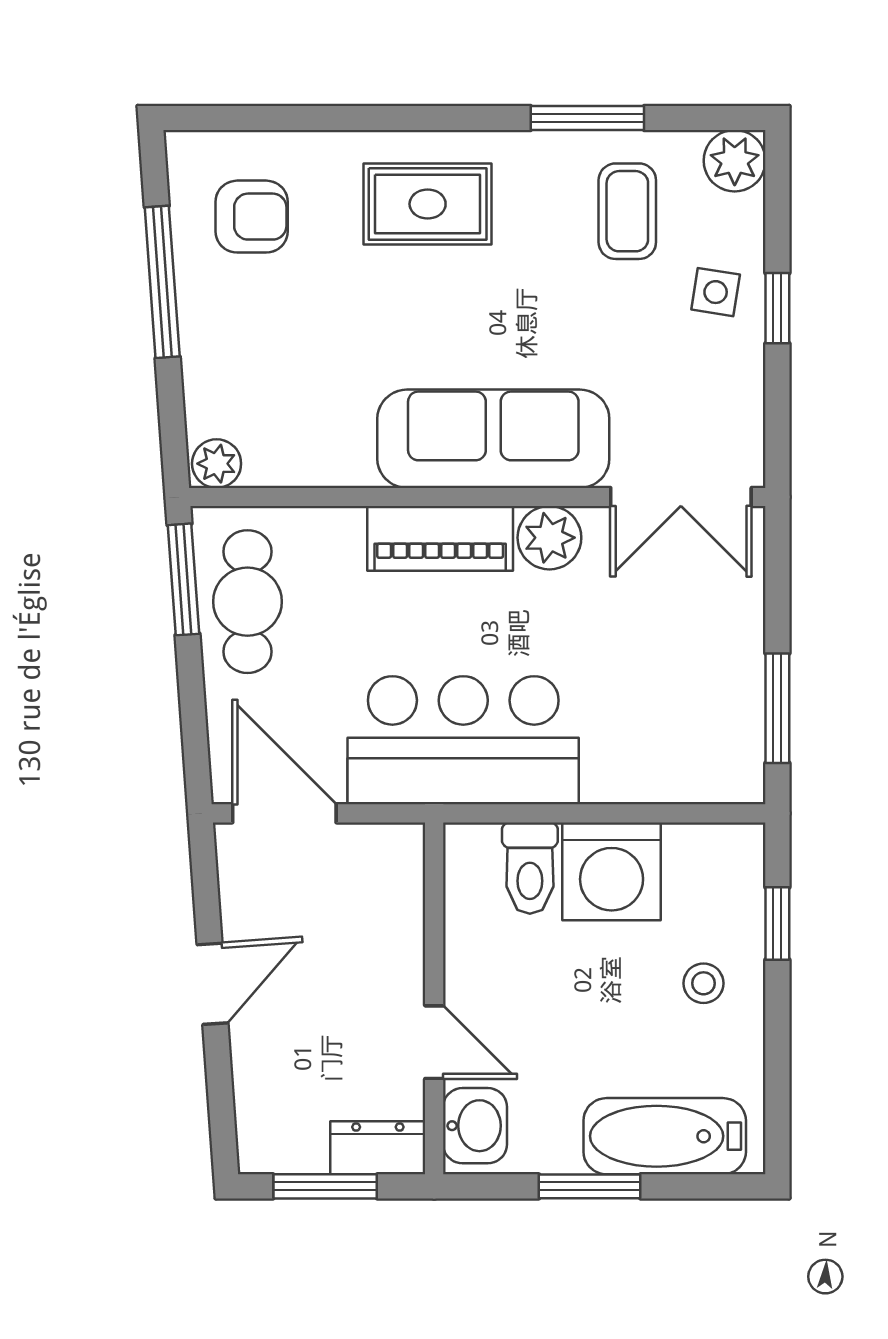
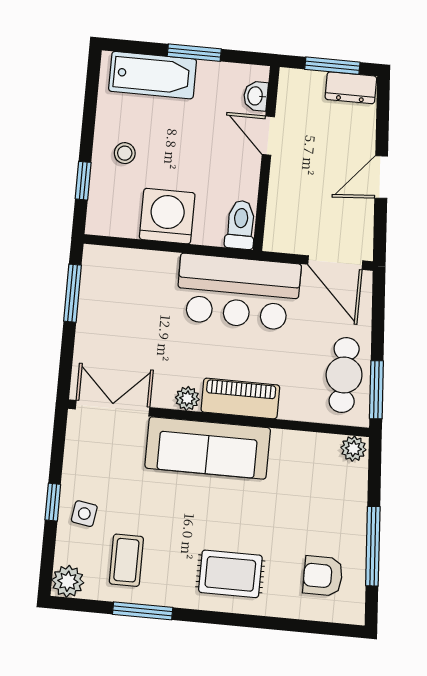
plant: (549, 538) -> (187, 398), width x0.73, depth x0.73
toilet: (530, 868) -> (240, 225), moved
washbasin: (475, 1126) -> (256, 96), width x0.72, depth x0.69
dresser: (378, 1148) -> (351, 88), moved

